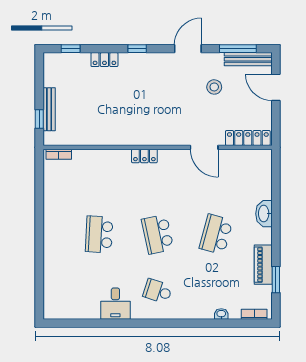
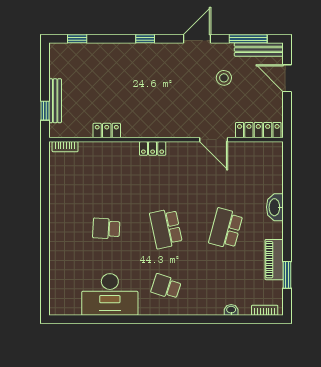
locker: (104, 60) -> (107, 131), moved, turned 180
school desk: (99, 234) -> (106, 228), width x0.54
desk: (115, 304) -> (110, 295), width x1.87, depth x1.30

